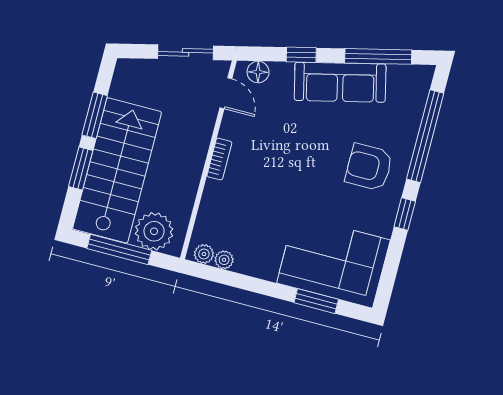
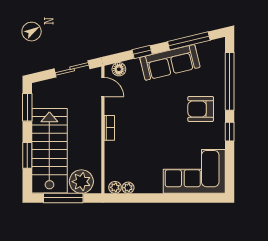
window: (95, 115) -> (27, 107), moved
window: (316, 301) -> (190, 198), removed

